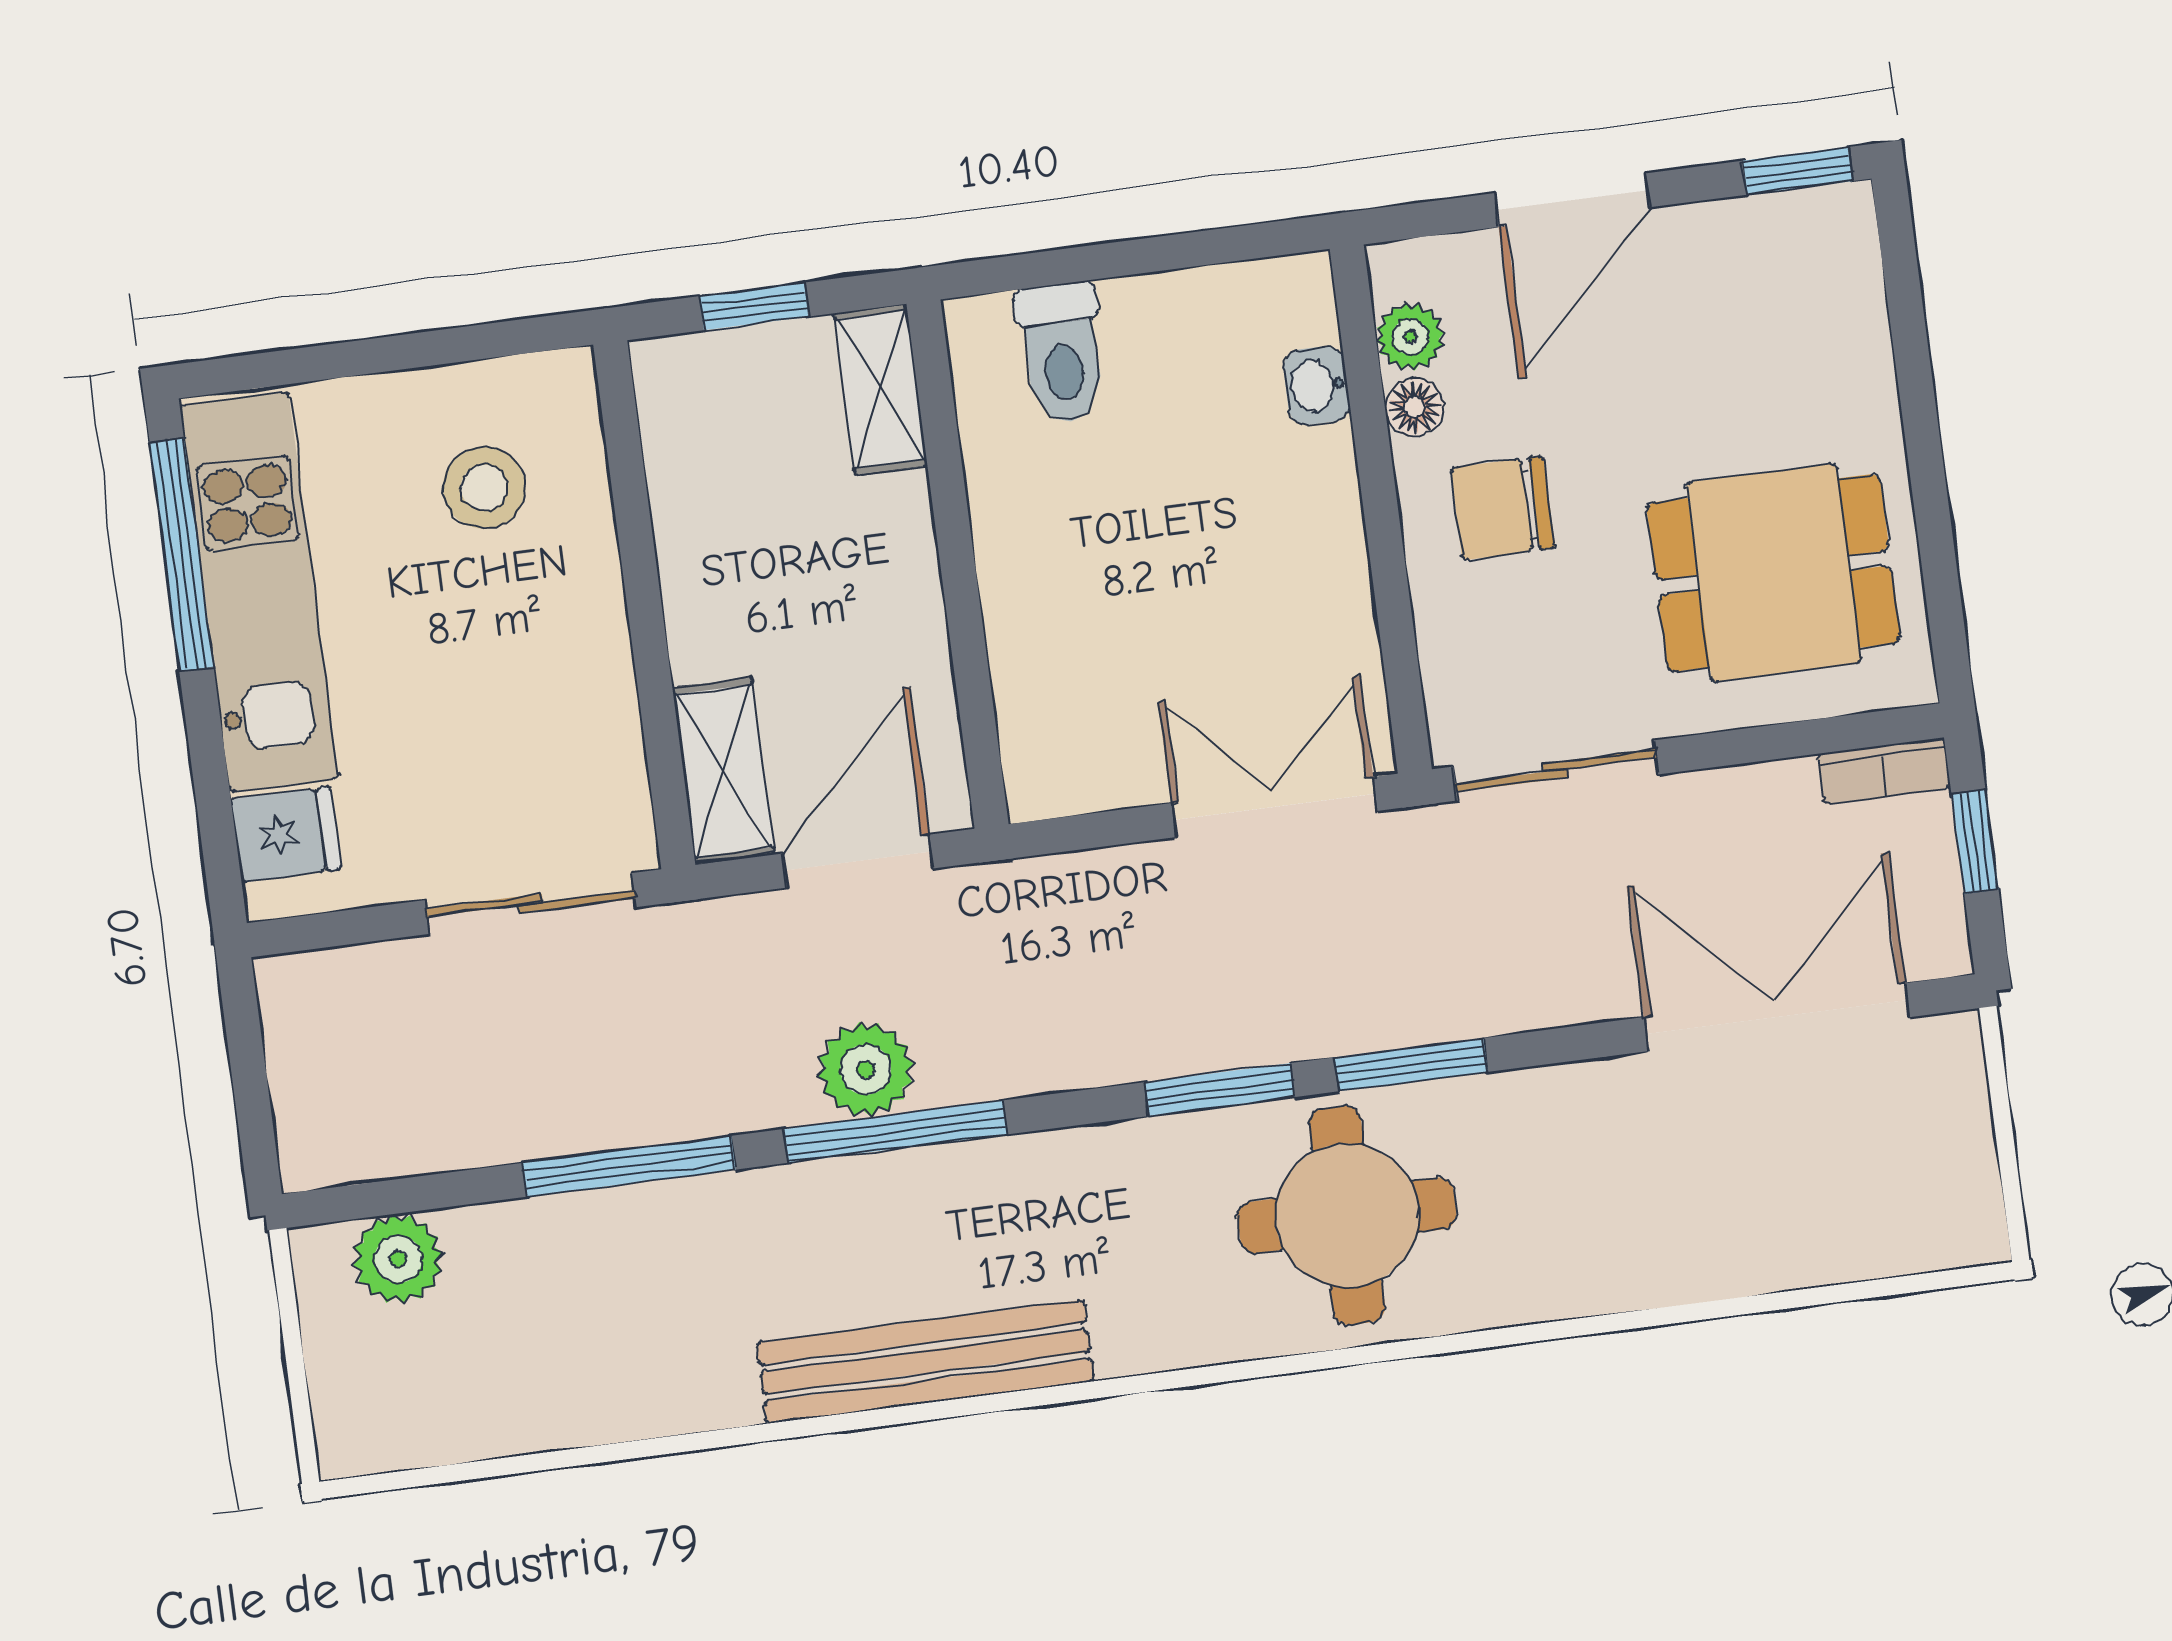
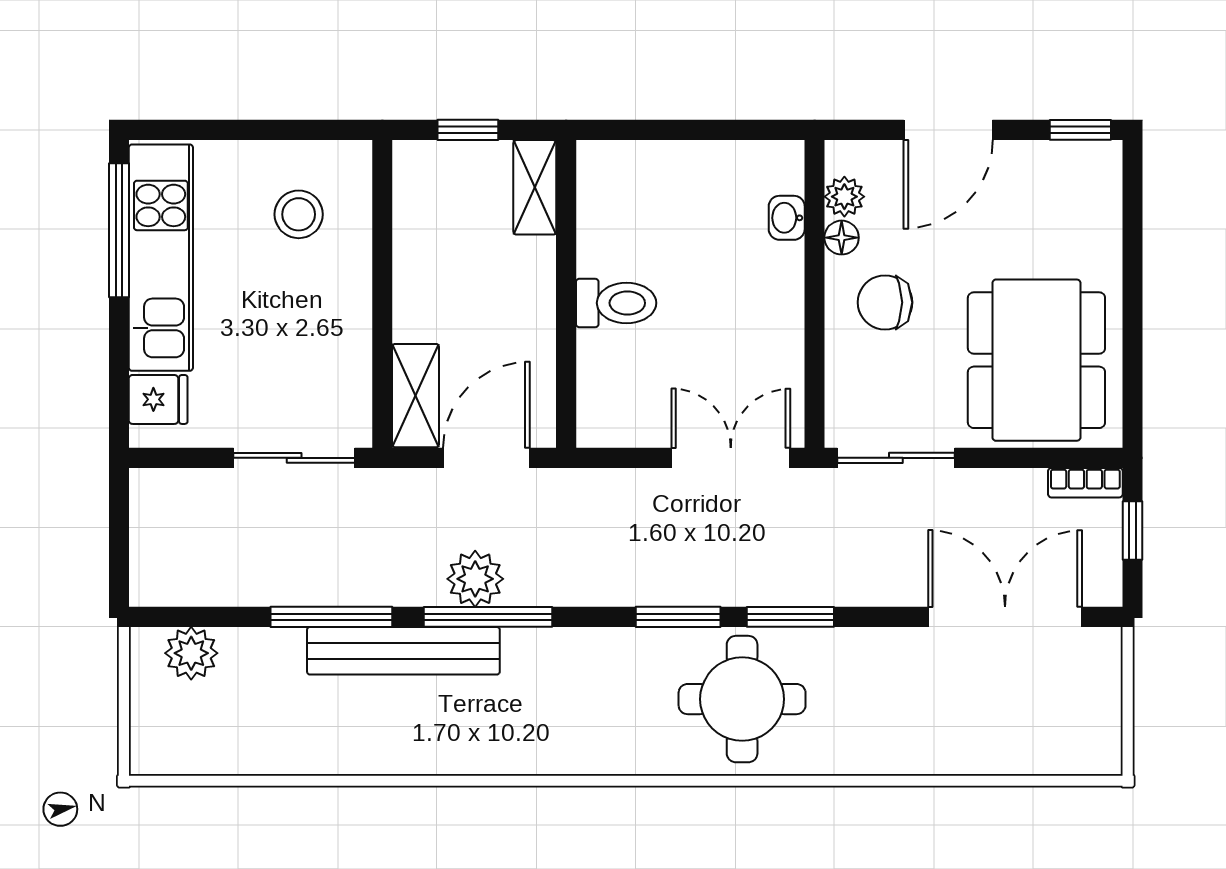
toilet: (1062, 353) -> (616, 303), moved, turned -90
dining table: (1774, 573) -> (1036, 360), width x1.38
bench: (925, 1362) -> (403, 651), moved

